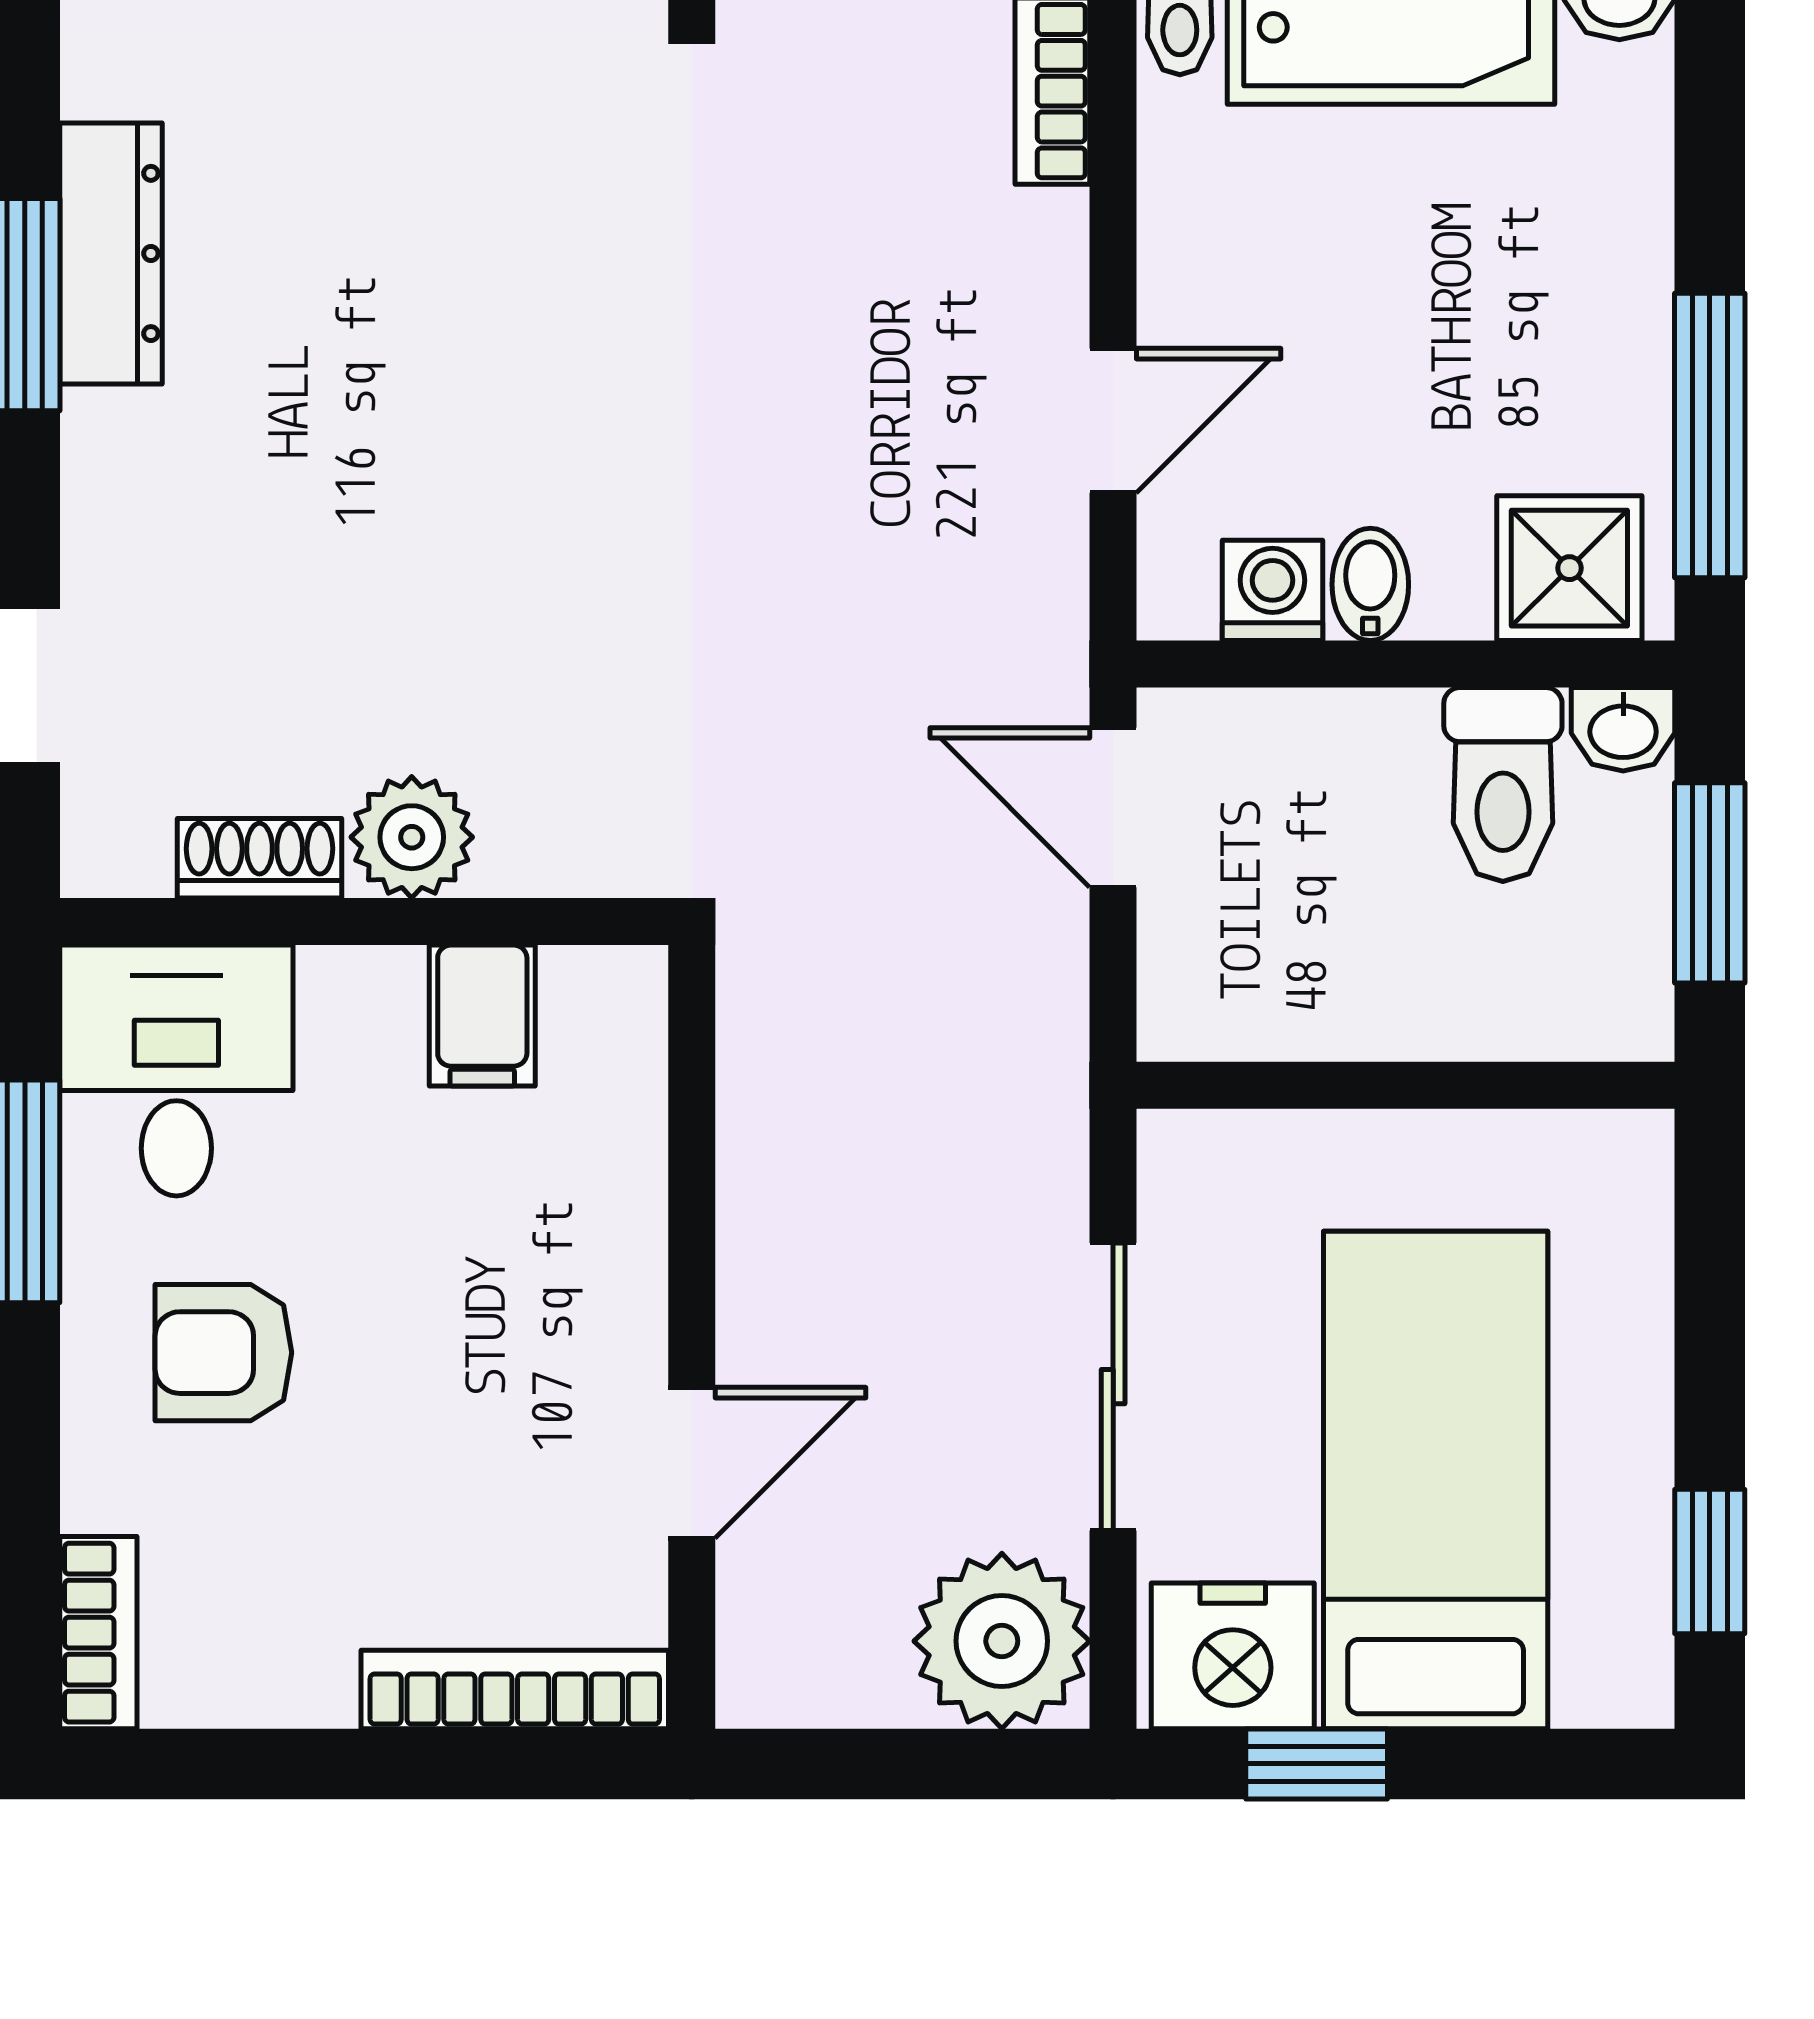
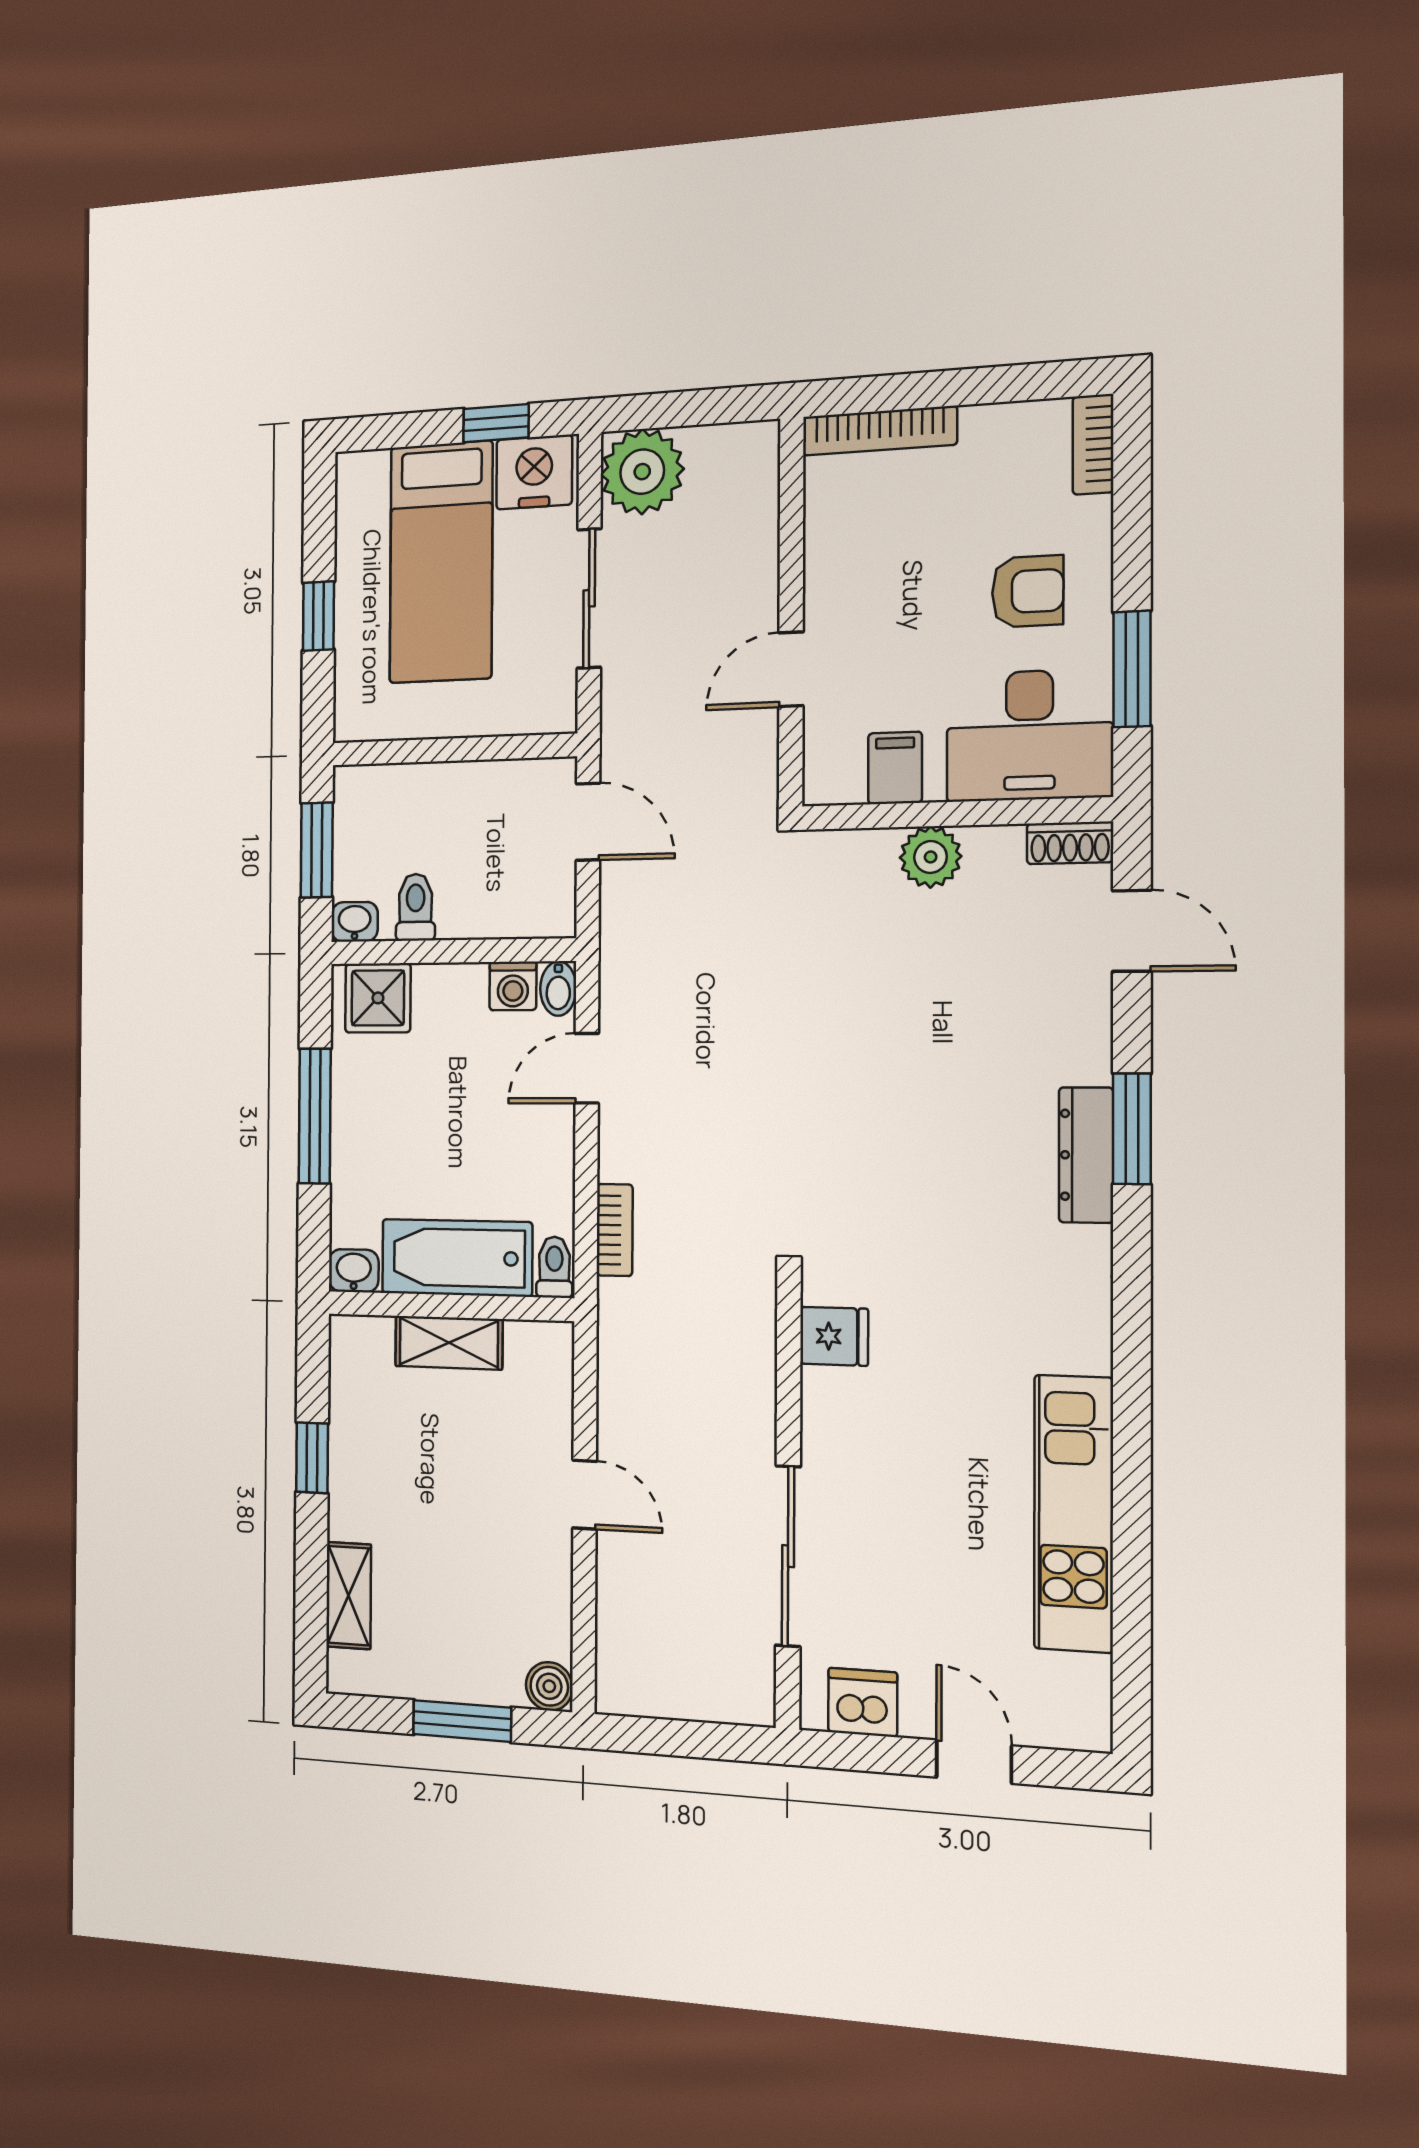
window: (1710, 436) -> (315, 1116), moved
bidet: (1370, 584) -> (558, 989), moved
toilet: (1503, 785) -> (416, 907), width x0.73, depth x0.72
door: (1113, 807) -> (588, 822), moved
shoe rack: (260, 858) -> (1070, 843), moved
desk: (176, 1070) -> (1029, 735), width x1.37
door: (692, 1463) -> (791, 669), moved
window: (1710, 1562) -> (319, 616), moved

